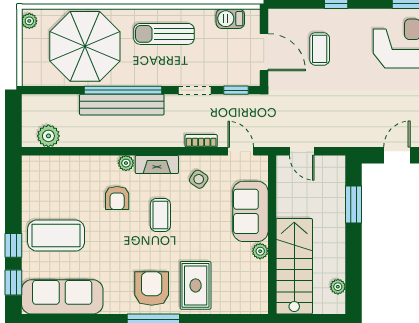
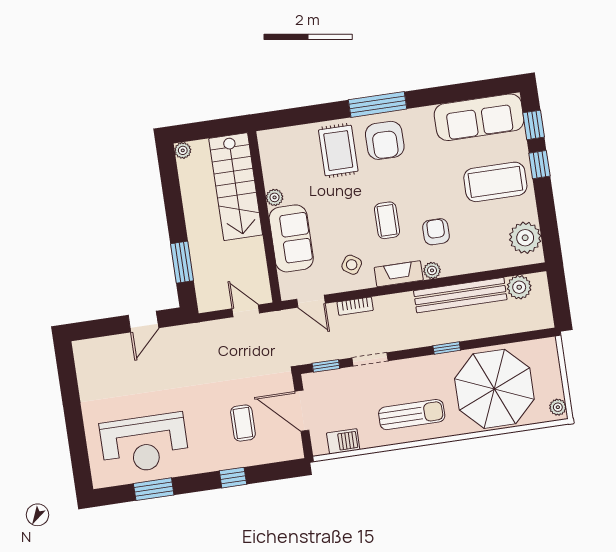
window: (123, 90) -> (447, 348), width x0.32
bench: (122, 105) -> (460, 295), moved
plant: (36, 180) -> (525, 238), added
plant: (338, 287) -> (183, 150), moved

